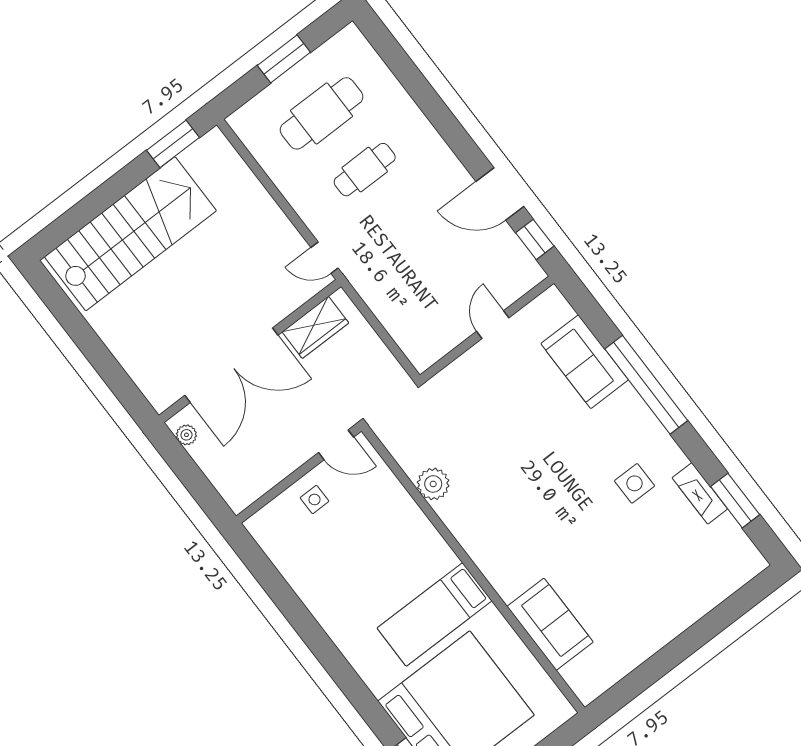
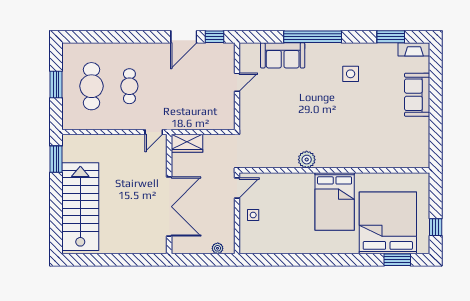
door: (493, 325) -> (237, 82), swing flipped
wardrobe: (315, 327) -> (187, 143), moved, turned 90
plant: (186, 435) -> (218, 248), moved
plant: (433, 484) -> (307, 160), moved
fireplace: (700, 493) -> (414, 49), moved
bed: (435, 614) -> (335, 201), width x1.50
sofa: (550, 624) -> (417, 95), moved, turned -90

